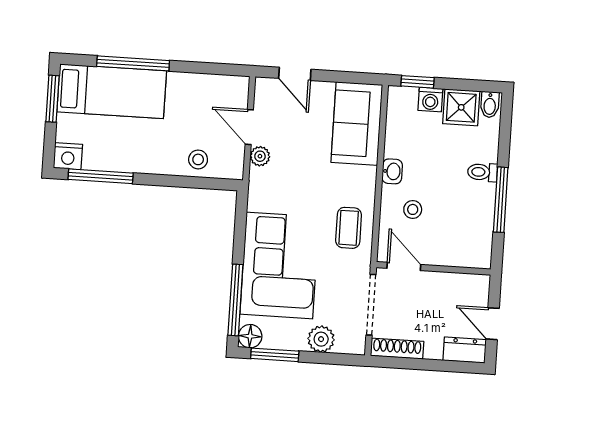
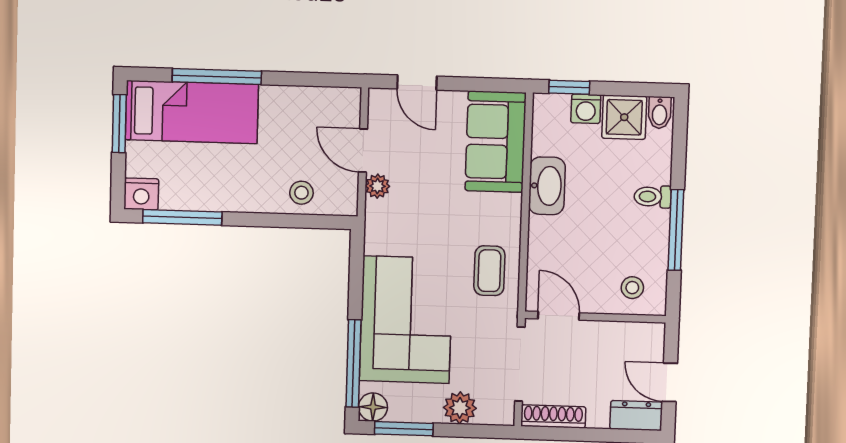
washbasin: (392, 171) -> (547, 186), width x1.91, depth x1.45
stool: (413, 209) -> (632, 288), moved

